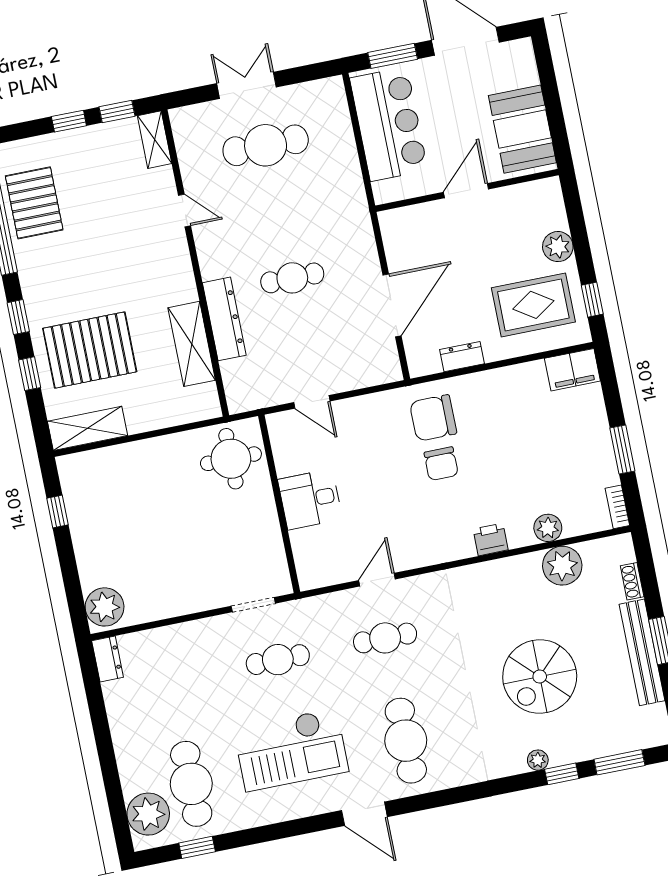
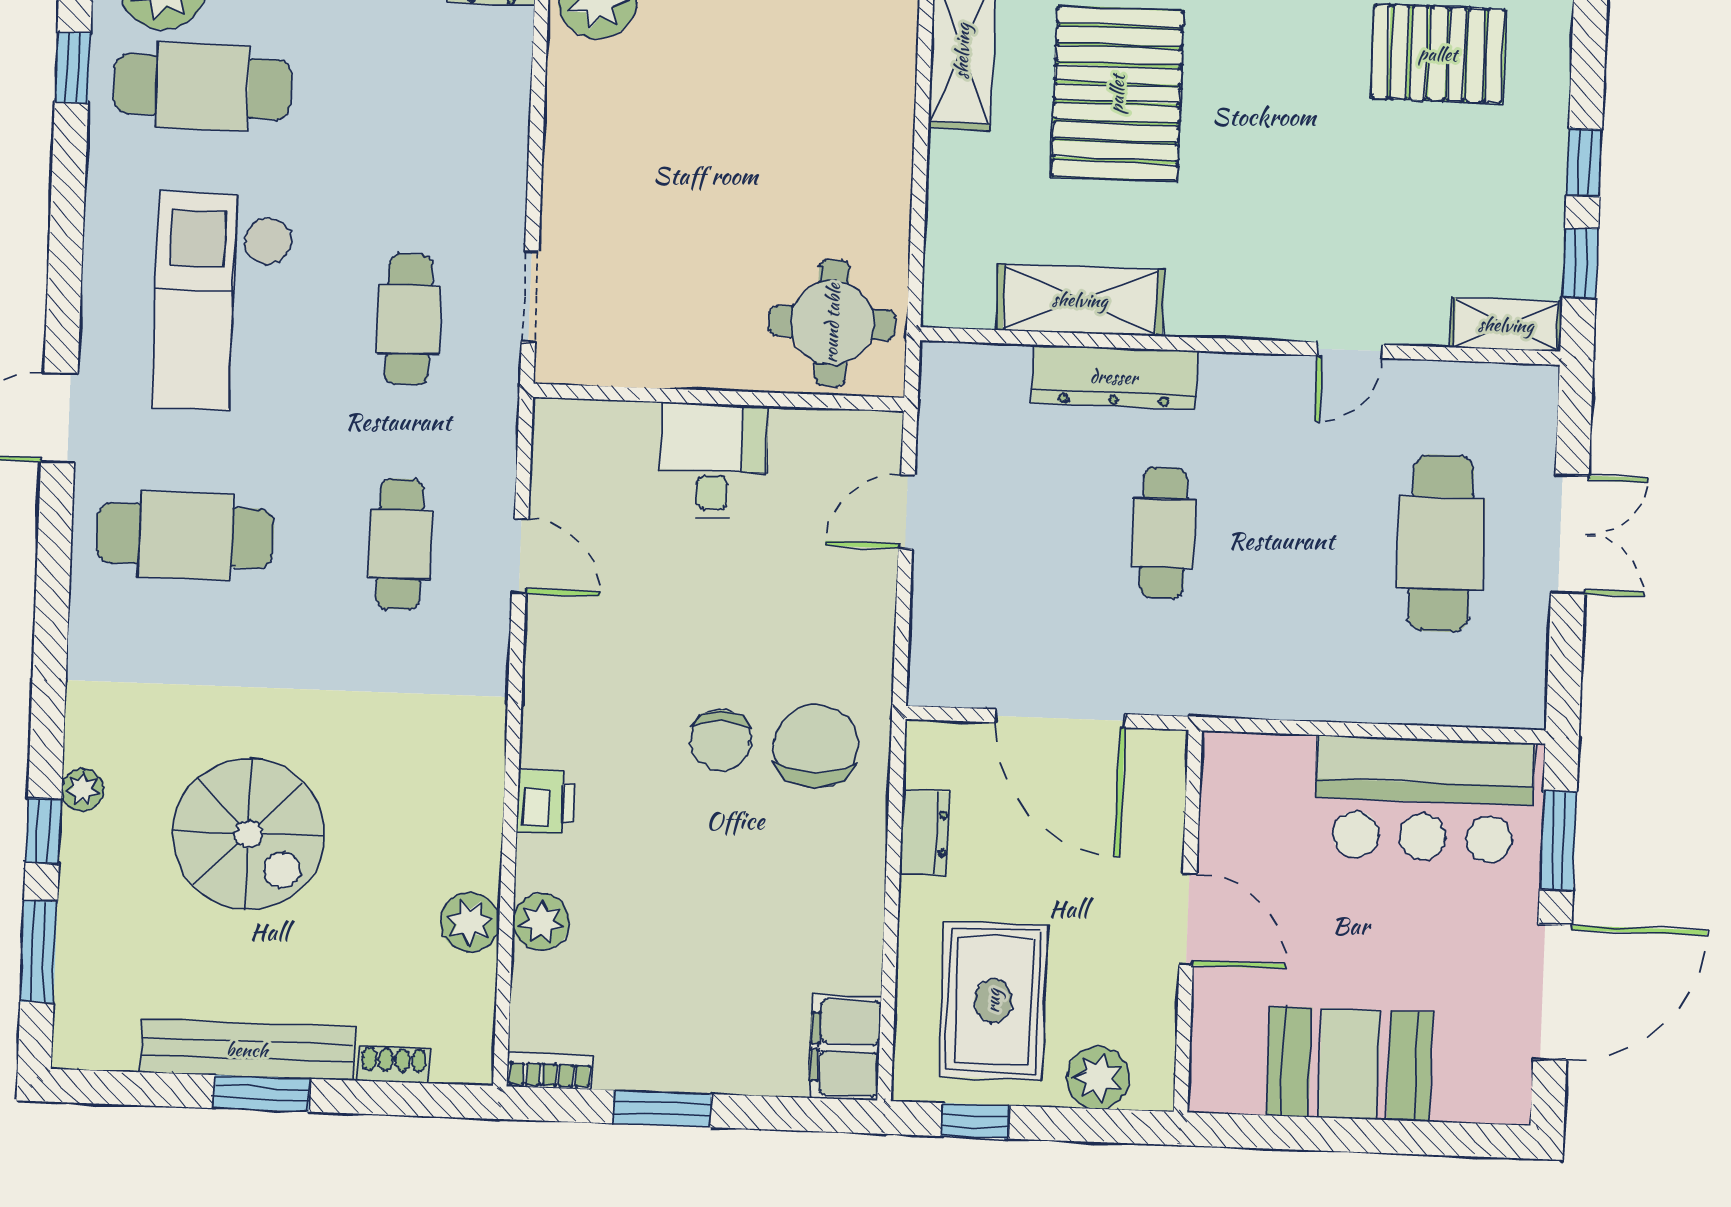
wall: (467, 190) -> (1188, 921), moved
door: (466, 191) -> (1188, 919), moved
chair: (441, 464) -> (721, 740), turned -90
plant: (562, 566) -> (470, 922), width x0.73, depth x0.73
spiral stairs: (540, 676) -> (248, 834), turned 180

